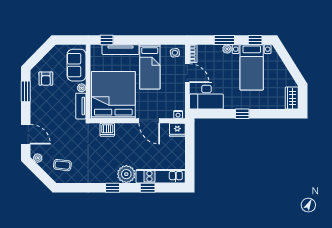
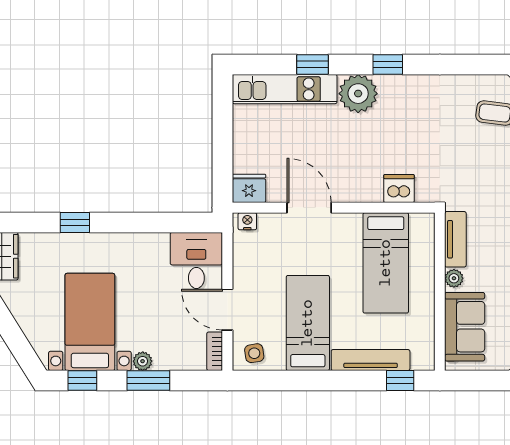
bed: (113, 95) -> (386, 263), width x0.49
desk: (206, 96) -> (196, 261), width x0.73
window: (242, 114) -> (75, 222), moved

